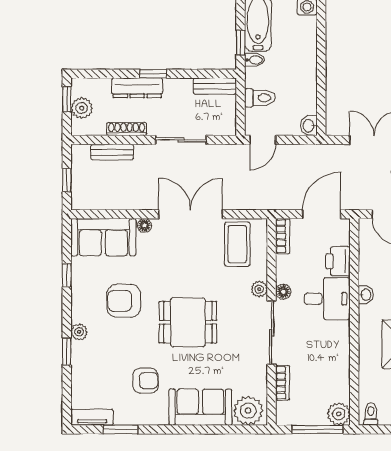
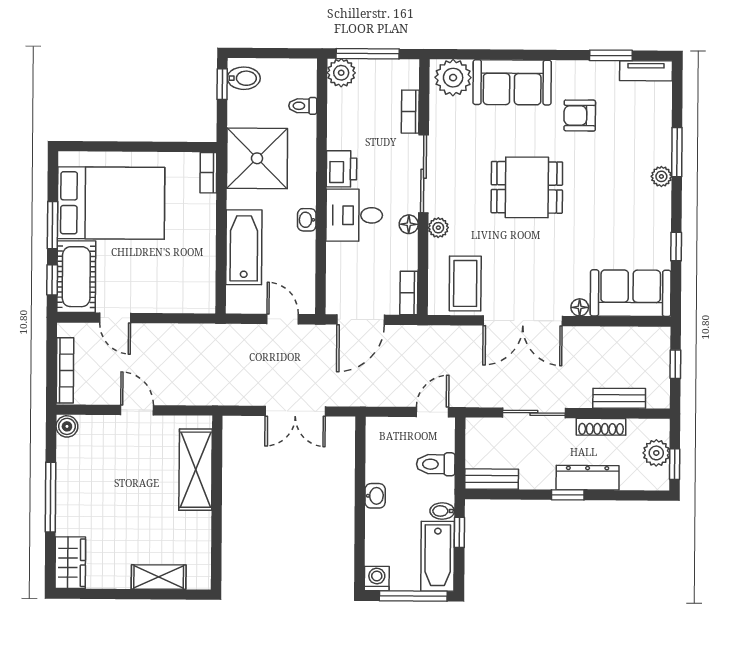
washbasin: (309, 126) -> (375, 496), moved
printer: (338, 261) -> (341, 169), moved
armchair: (124, 301) -> (606, 214), removed
window: (67, 352) -> (677, 152), width x1.50
toilet: (371, 414) -> (303, 106), moved, turned 90

